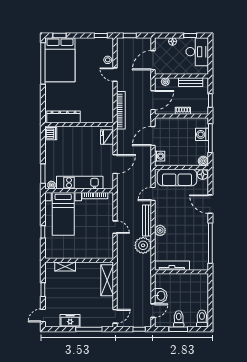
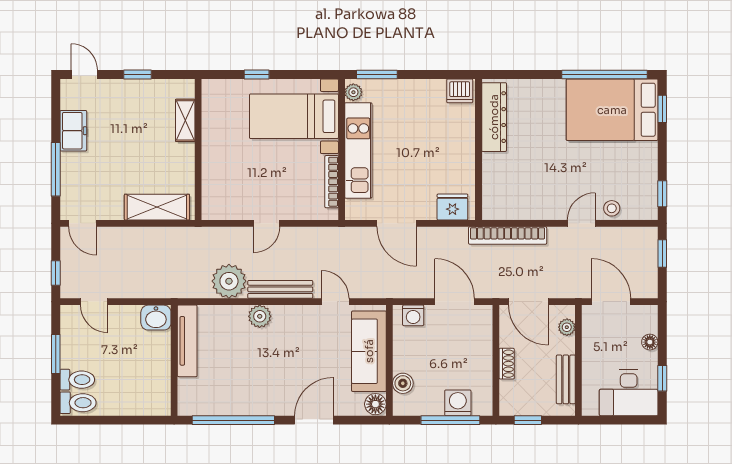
boiler: (203, 161) -> (403, 383), moved
washbasin: (161, 296) -> (156, 318), moved
toilet: (179, 319) -> (77, 380), moved

